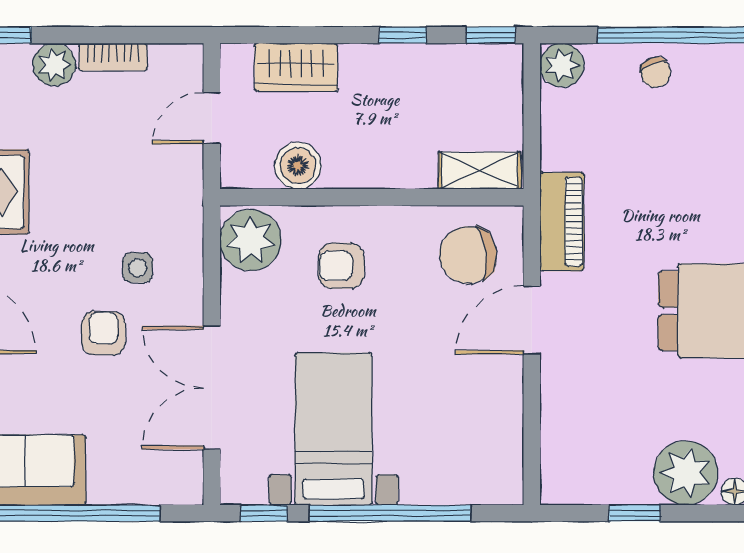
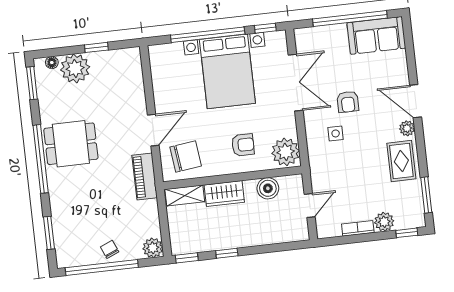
wardrobe: (296, 67) -> (224, 194), moved, turned 180
bed with nightstands: (333, 429) -> (227, 71), width x1.36

